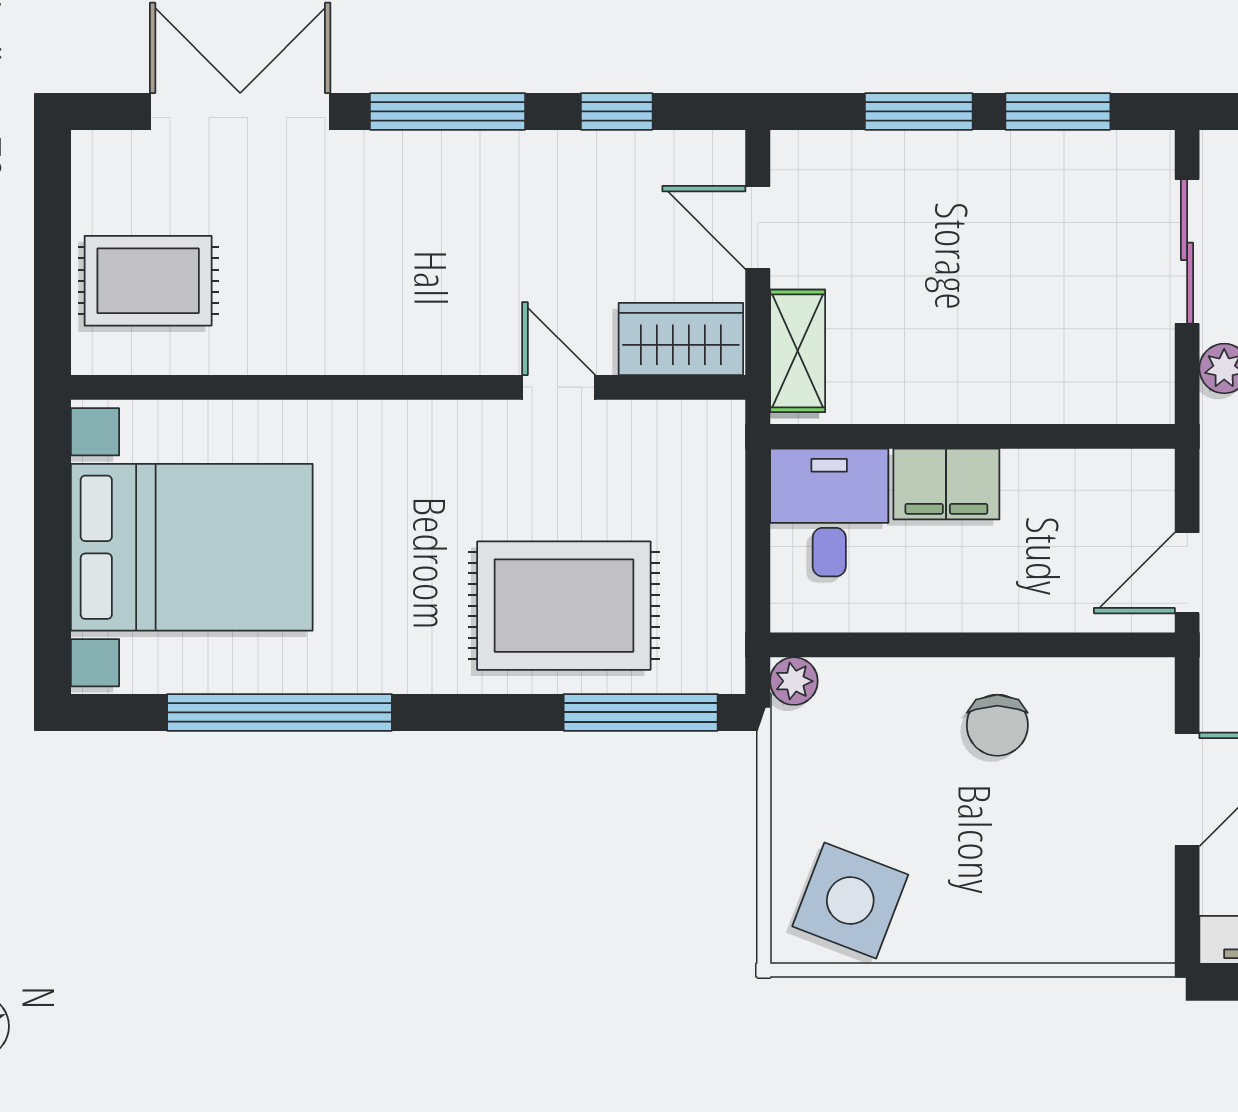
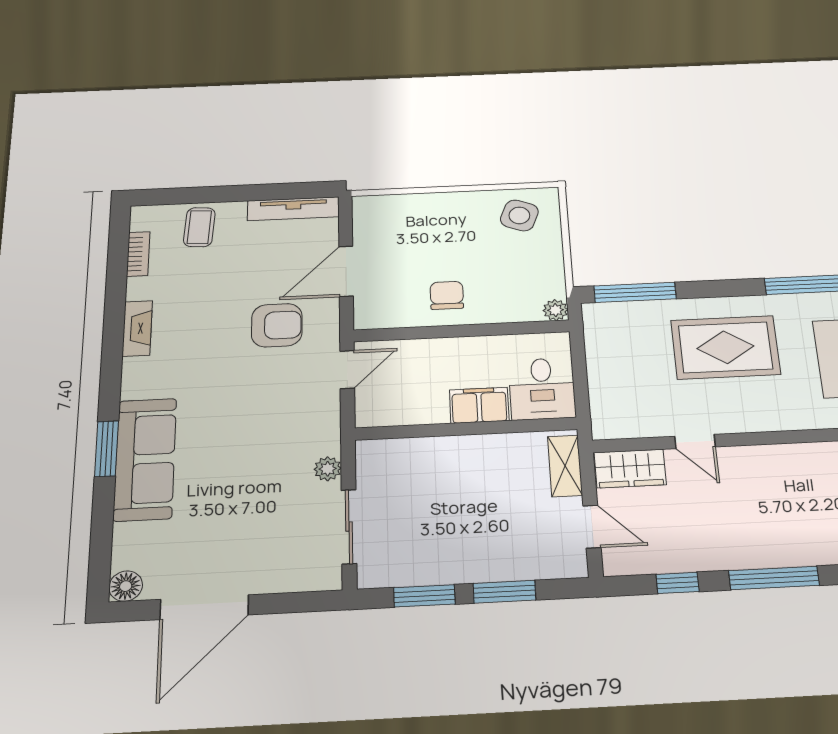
rug: (564, 606) -> (725, 347), moved
side table: (850, 900) -> (519, 215), width x0.73, depth x0.73

